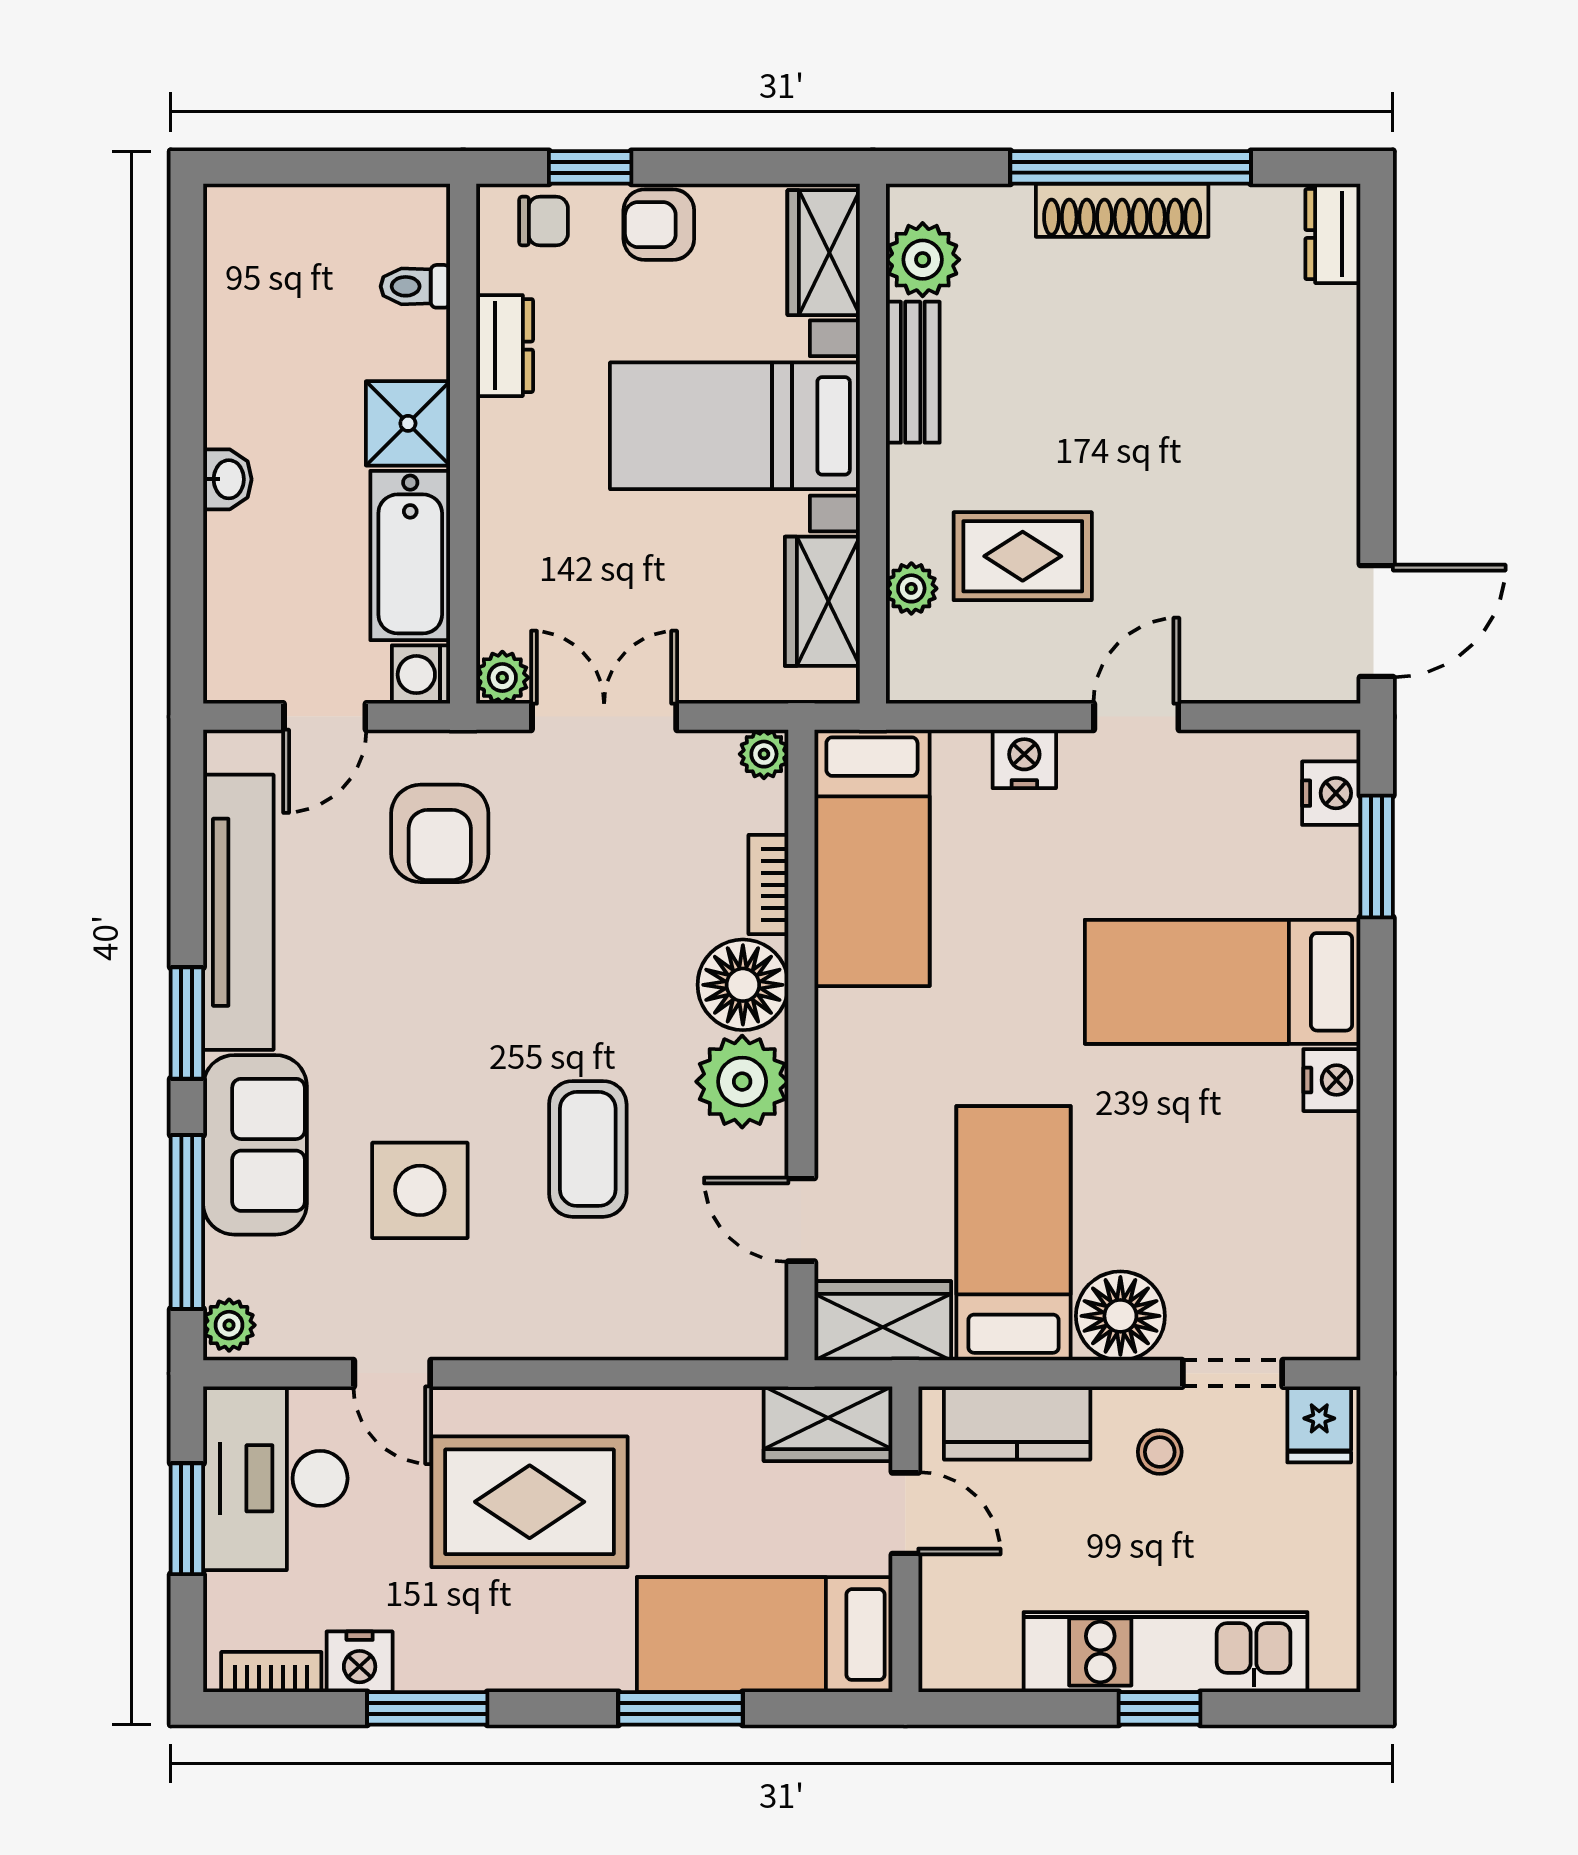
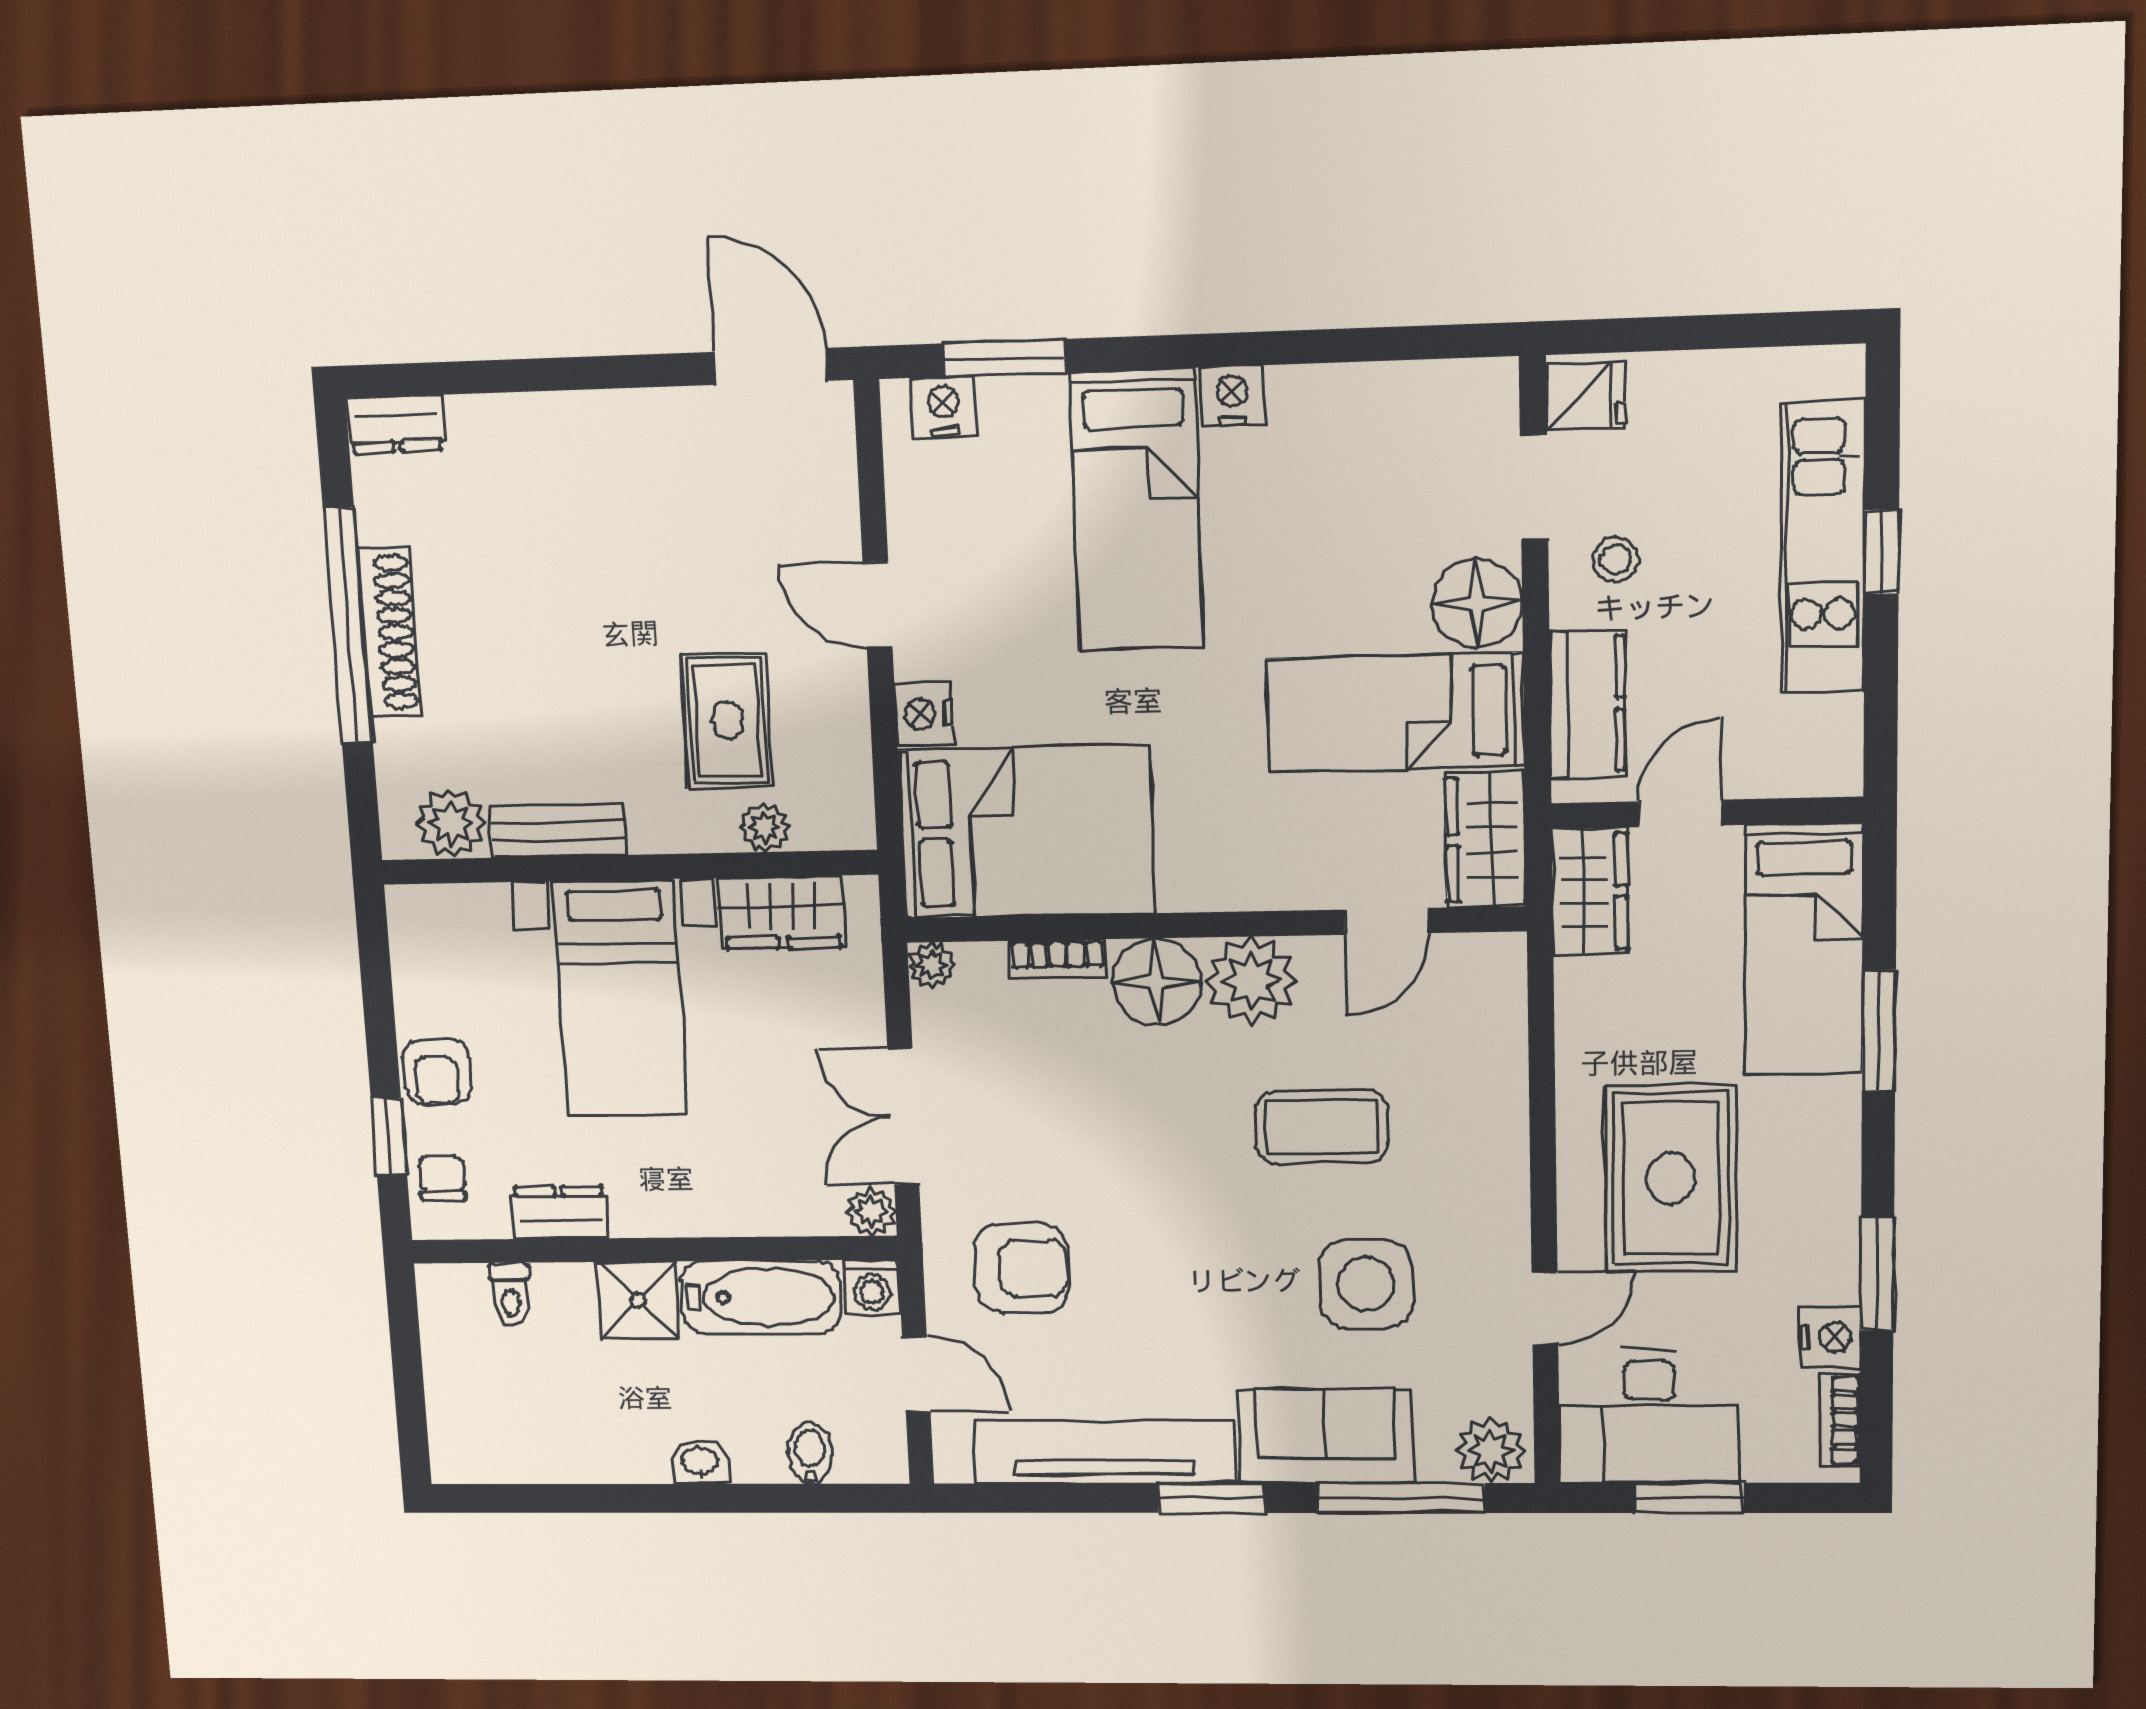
wardrobe: (824, 253) -> (451, 918), removed
bidet: (237, 599) -> (810, 1453), added
bed: (872, 858) -> (1026, 832), width x1.50
plant: (229, 1325) -> (1490, 1451), width x1.38, depth x1.38

